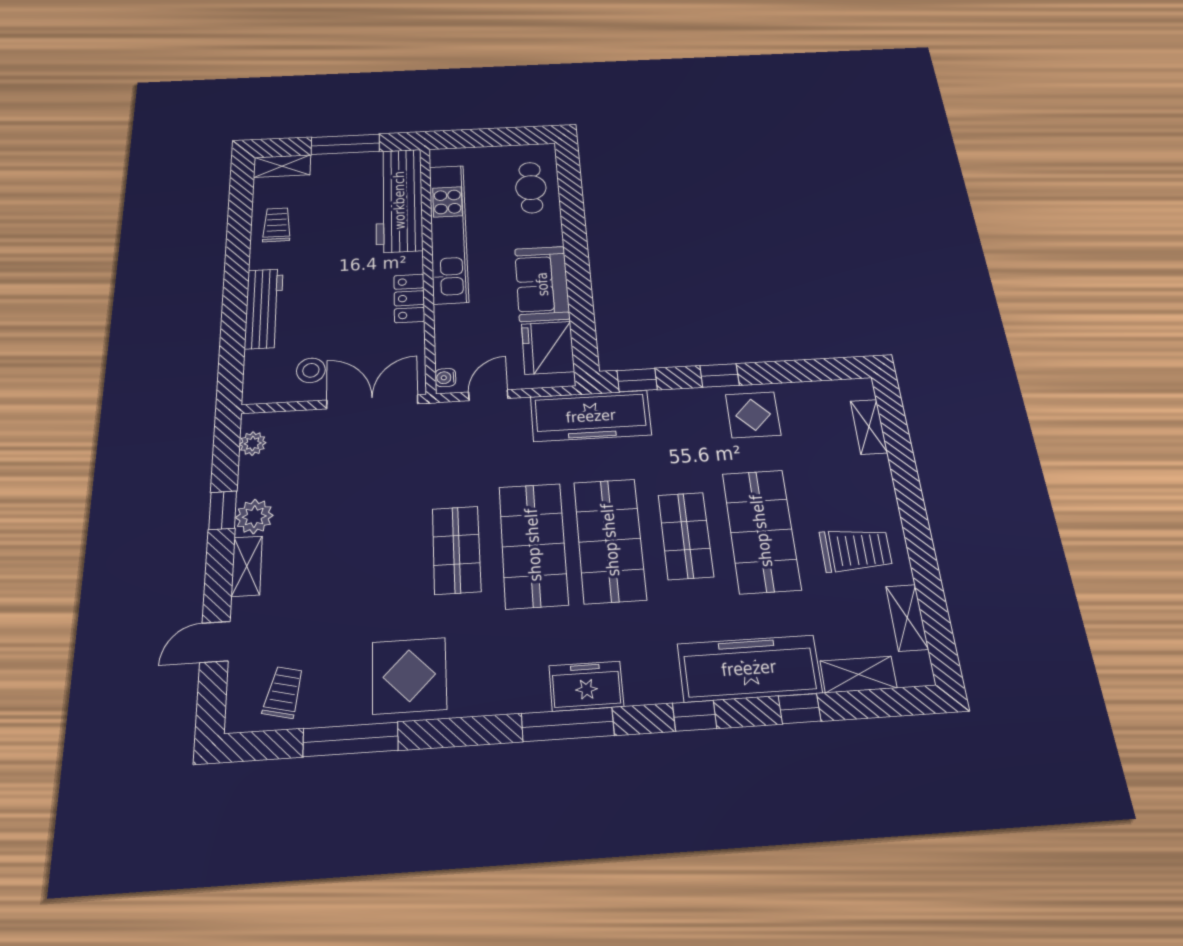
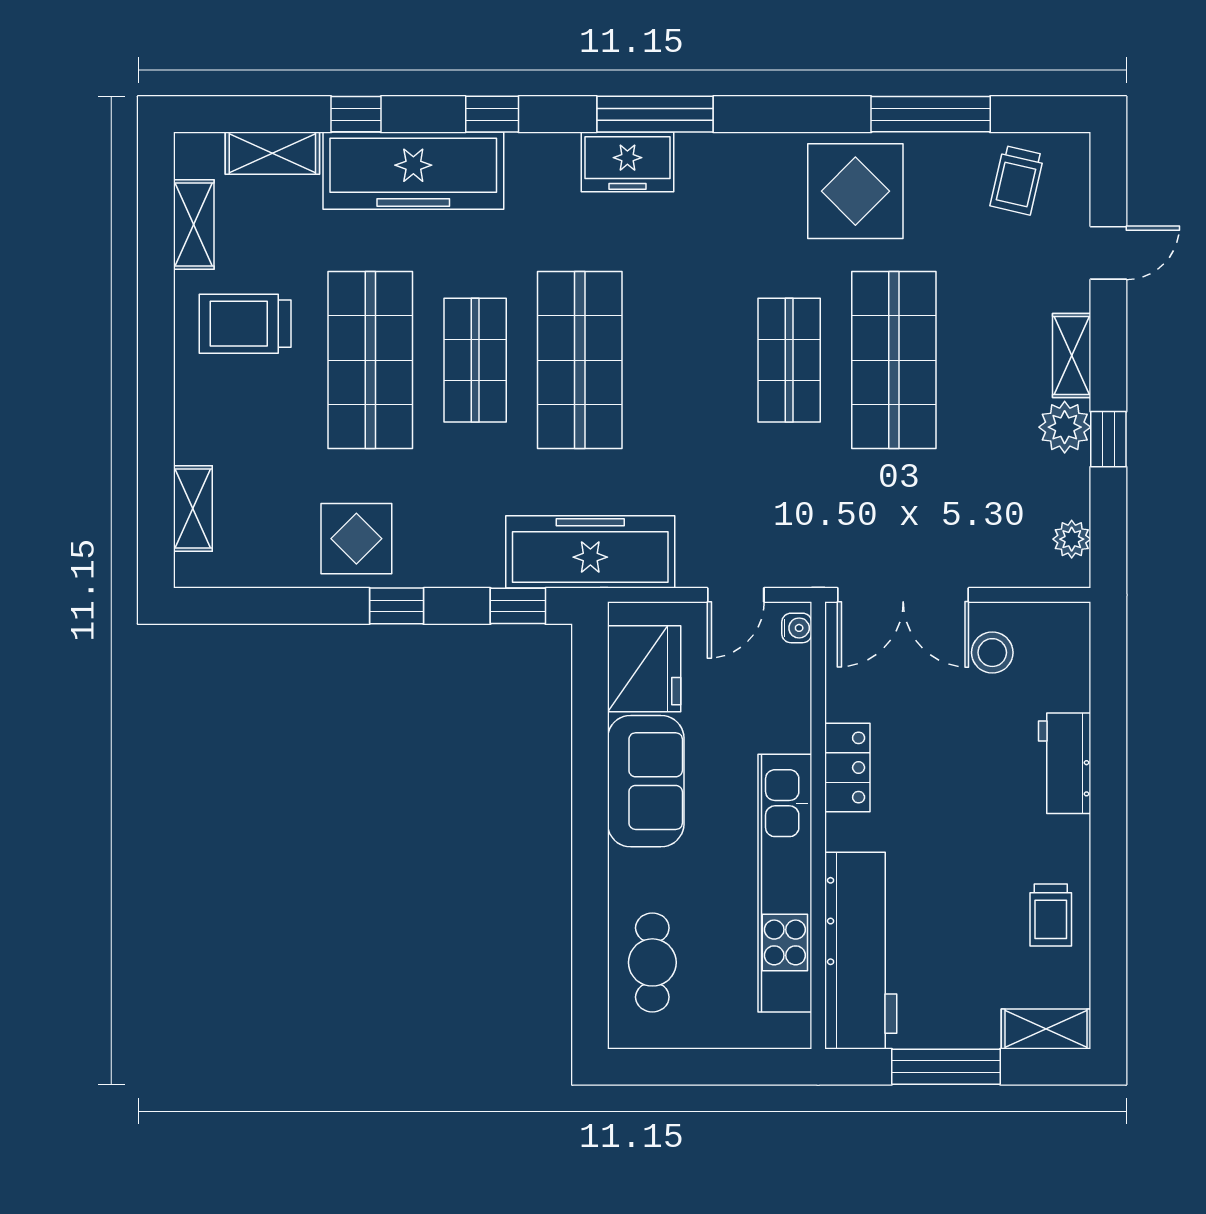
workbench: (264, 308) -> (1065, 763), width x0.73
shop shelf: (533, 545) -> (894, 360), moved

